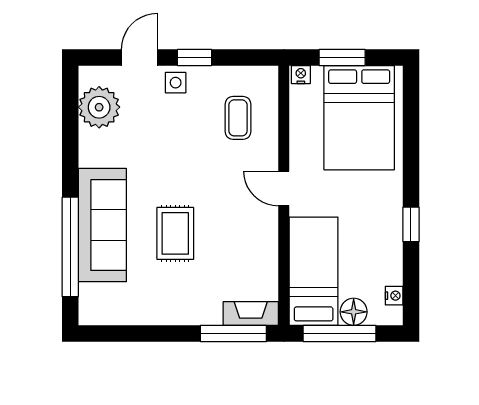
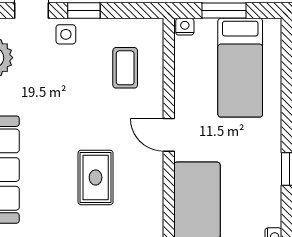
bed: (359, 118) -> (240, 68), width x0.67
rug: (175, 233) -> (96, 177), moved

